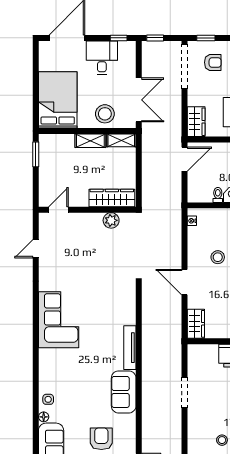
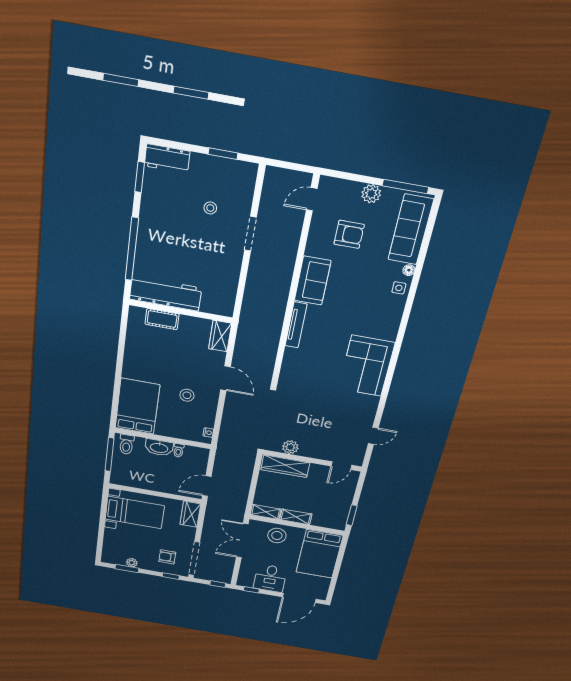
doorway: (185, 392) -> (250, 234), moved
armchair: (101, 439) -> (349, 234), turned -90

